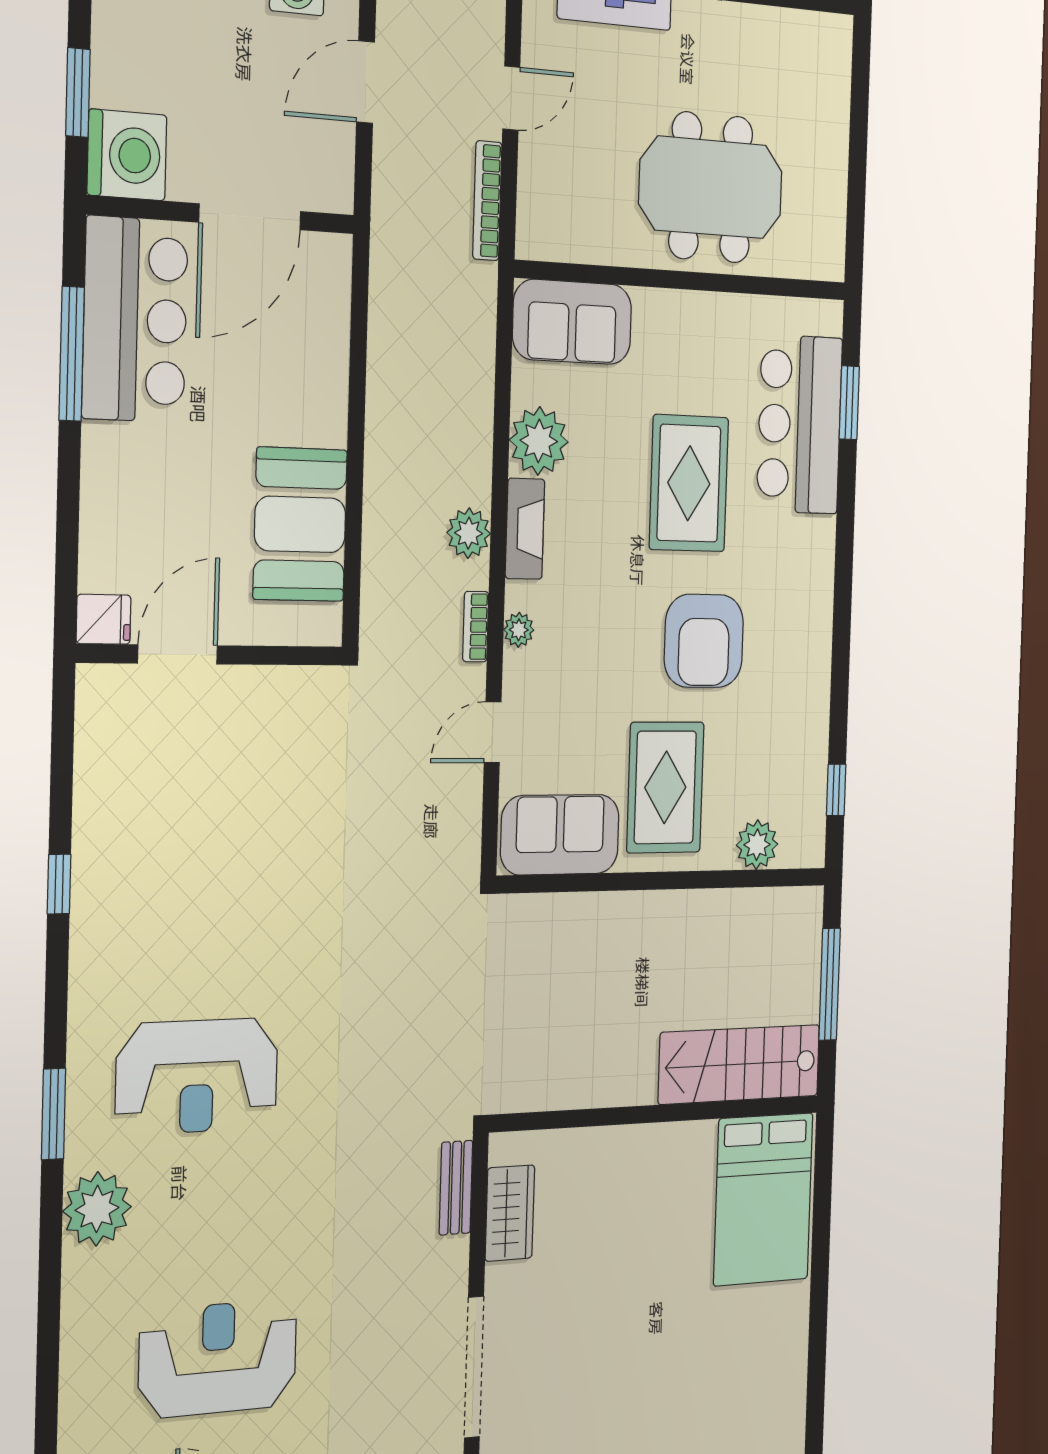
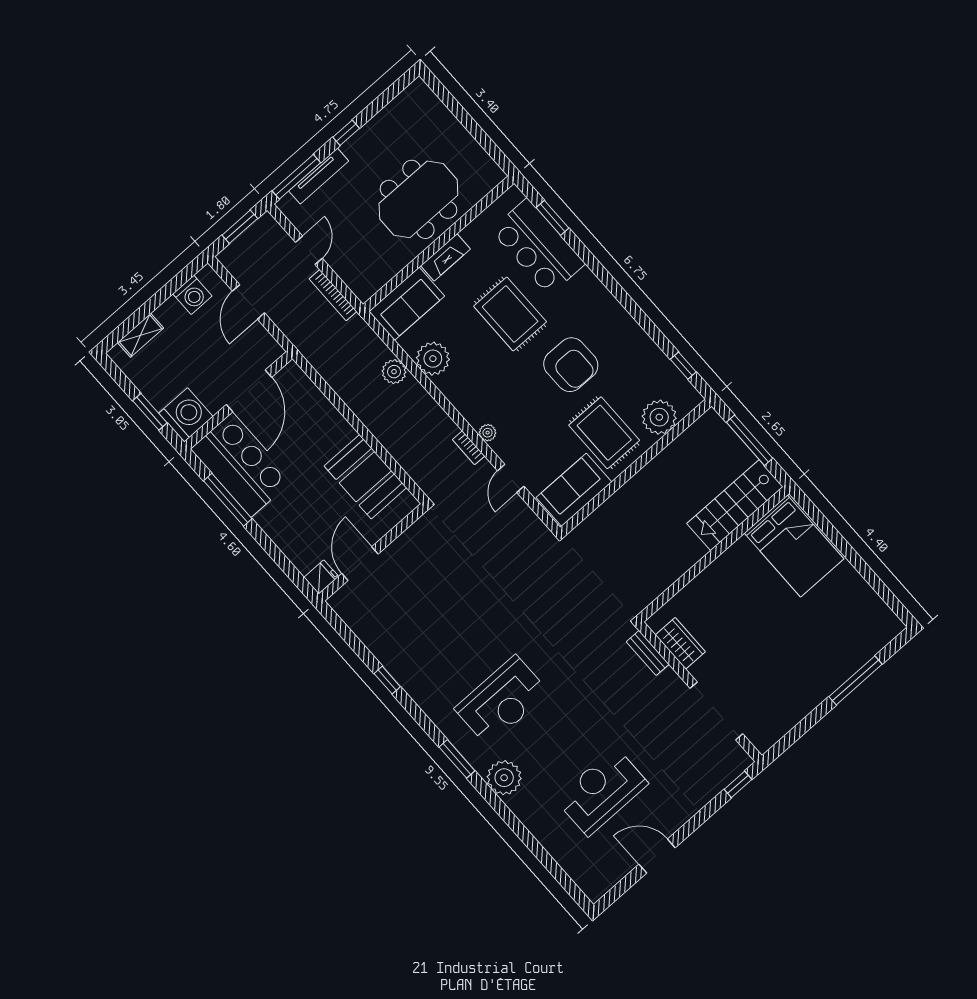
fireplace: (525, 529) -> (445, 257), moved, turned 90
plant: (469, 533) -> (394, 372), moved
plant: (757, 845) -> (659, 417), width x1.36, depth x1.36

